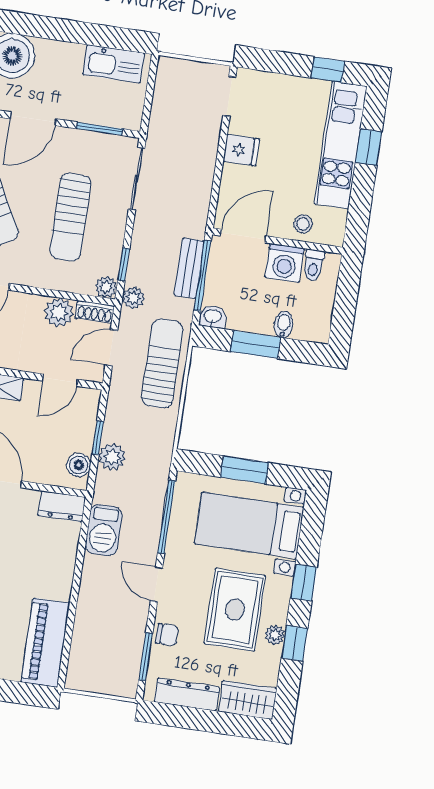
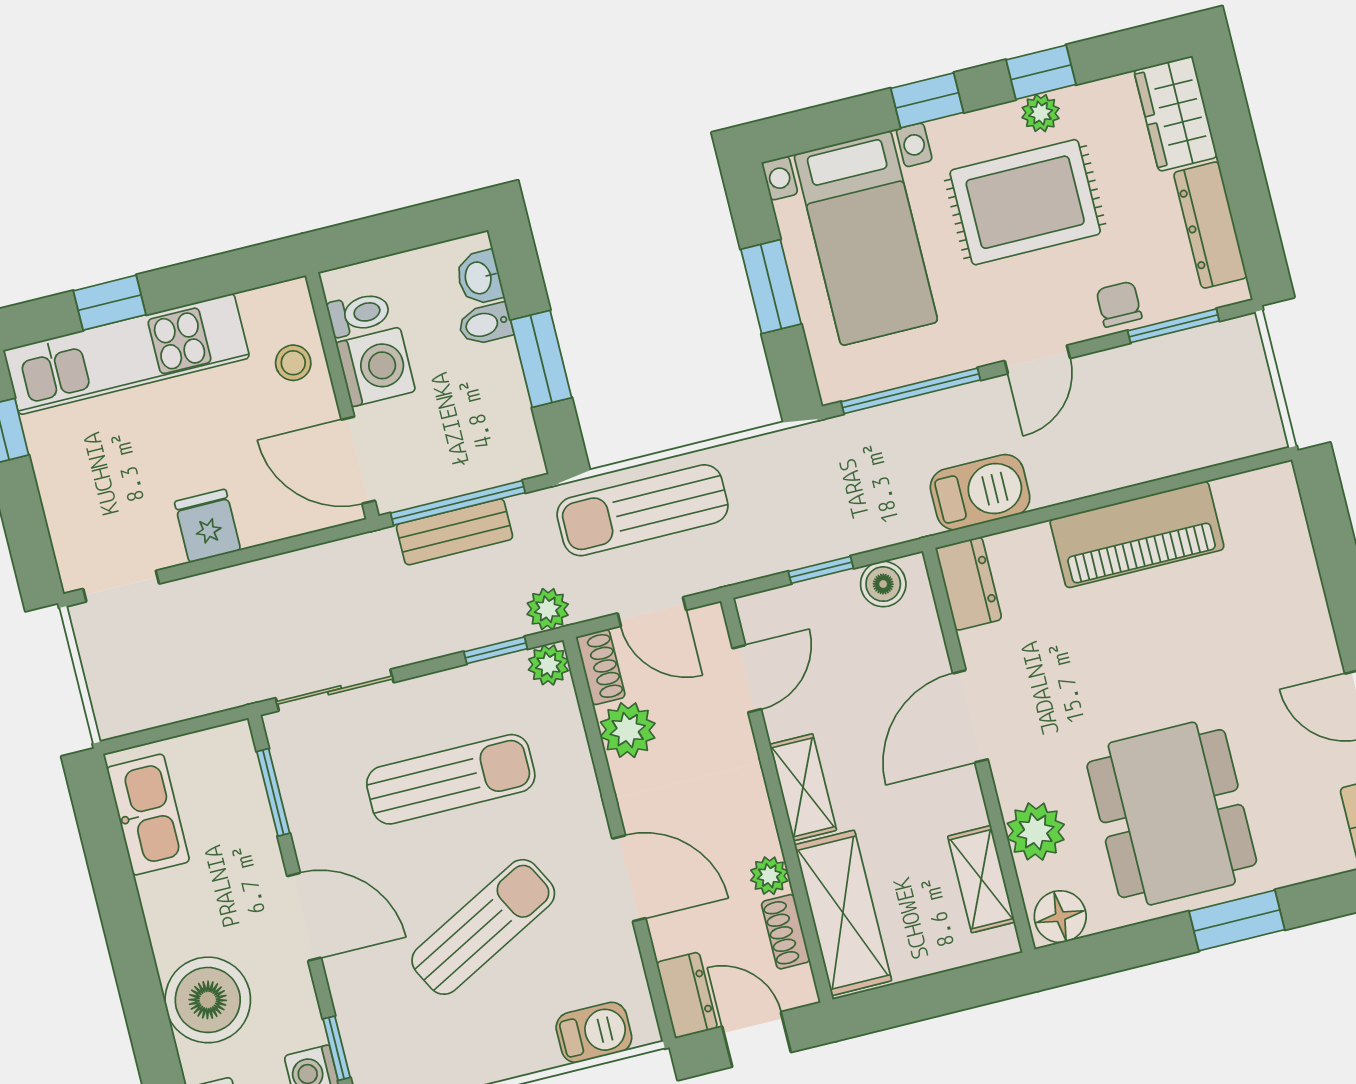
washbasin: (213, 317) -> (479, 278), moved
door: (60, 380) -> (747, 679), hinge flipped
plant: (112, 457) -> (845, 531), removed
piano: (45, 643) -> (1137, 534), moved

